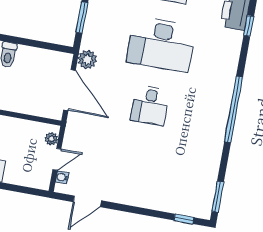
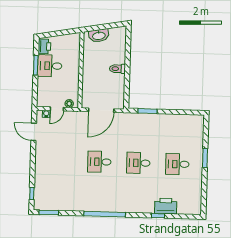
desk: (161, 44) -> (138, 163), width x0.53, depth x0.77
plant: (87, 60) -> (122, 118), removed
door: (57, 159) -> (57, 109), hinge flipped

